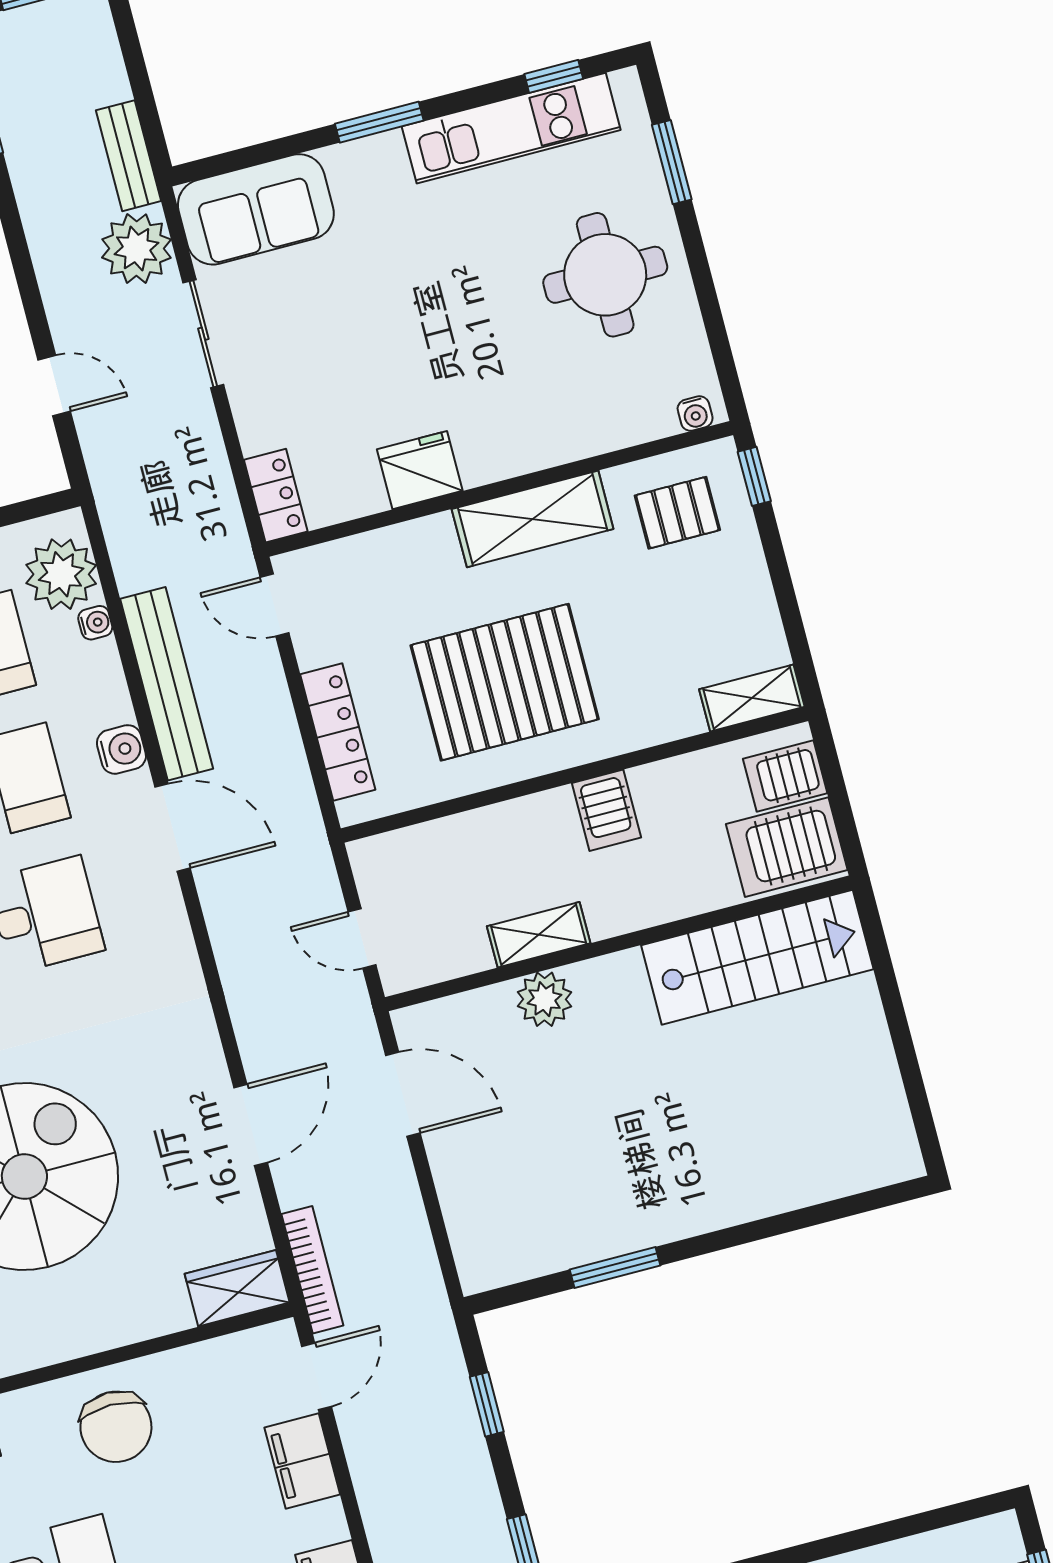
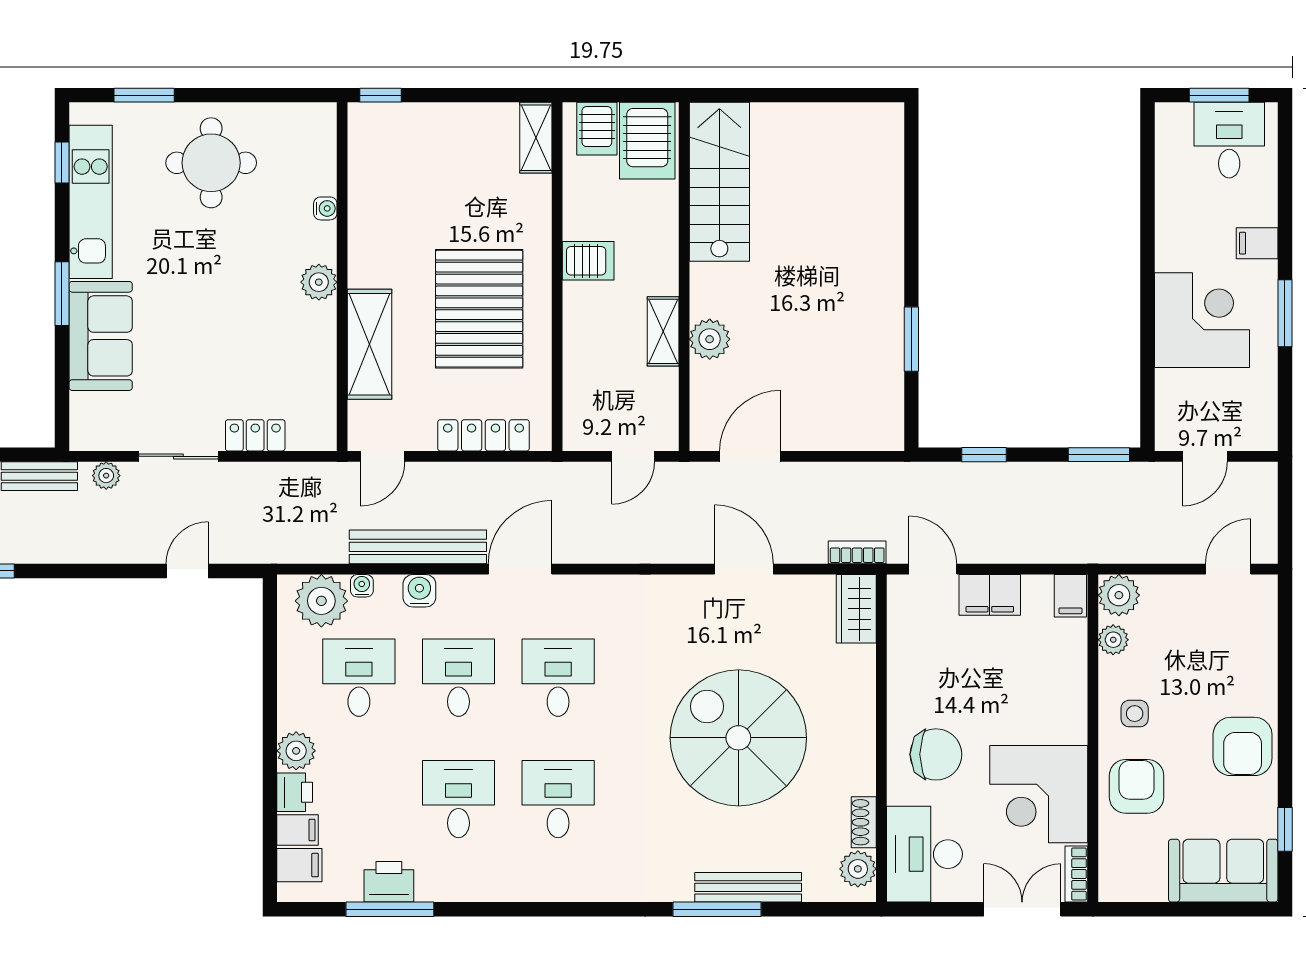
sofa: (256, 209) -> (101, 336), moved
plant: (137, 249) -> (106, 476), width x0.53, depth x0.53
water cooler: (695, 414) -> (325, 208), moved
plant: (484, 460) -> (319, 282), added
fridge: (420, 470) -> (314, 329), removed
locker: (276, 496) -> (255, 435), moved
pallet: (677, 513) -> (392, 156), removed
shelving: (533, 519) -> (369, 344), moved
water cooler: (121, 749) -> (419, 591), moved
bookcase: (312, 1270) -> (857, 552), width x0.64
chair: (116, 1427) -> (936, 754), moved

